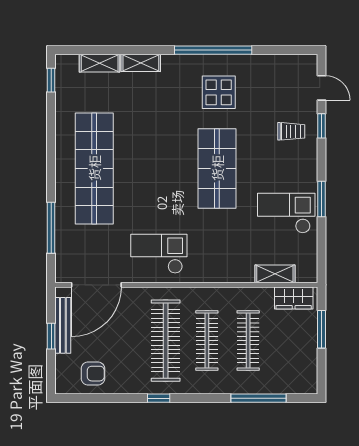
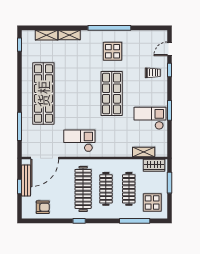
door: (322, 88) -> (170, 49), swing flipped
display table: (290, 365) -> (152, 203), added

